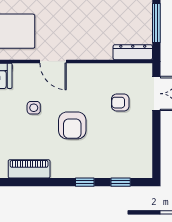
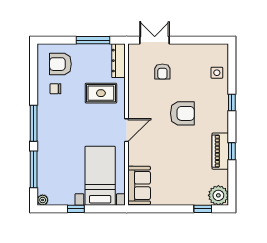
rug: (95, 32) -> (101, 93), added
side table: (34, 108) -> (217, 73), moved
window: (121, 182) -> (232, 151), moved

